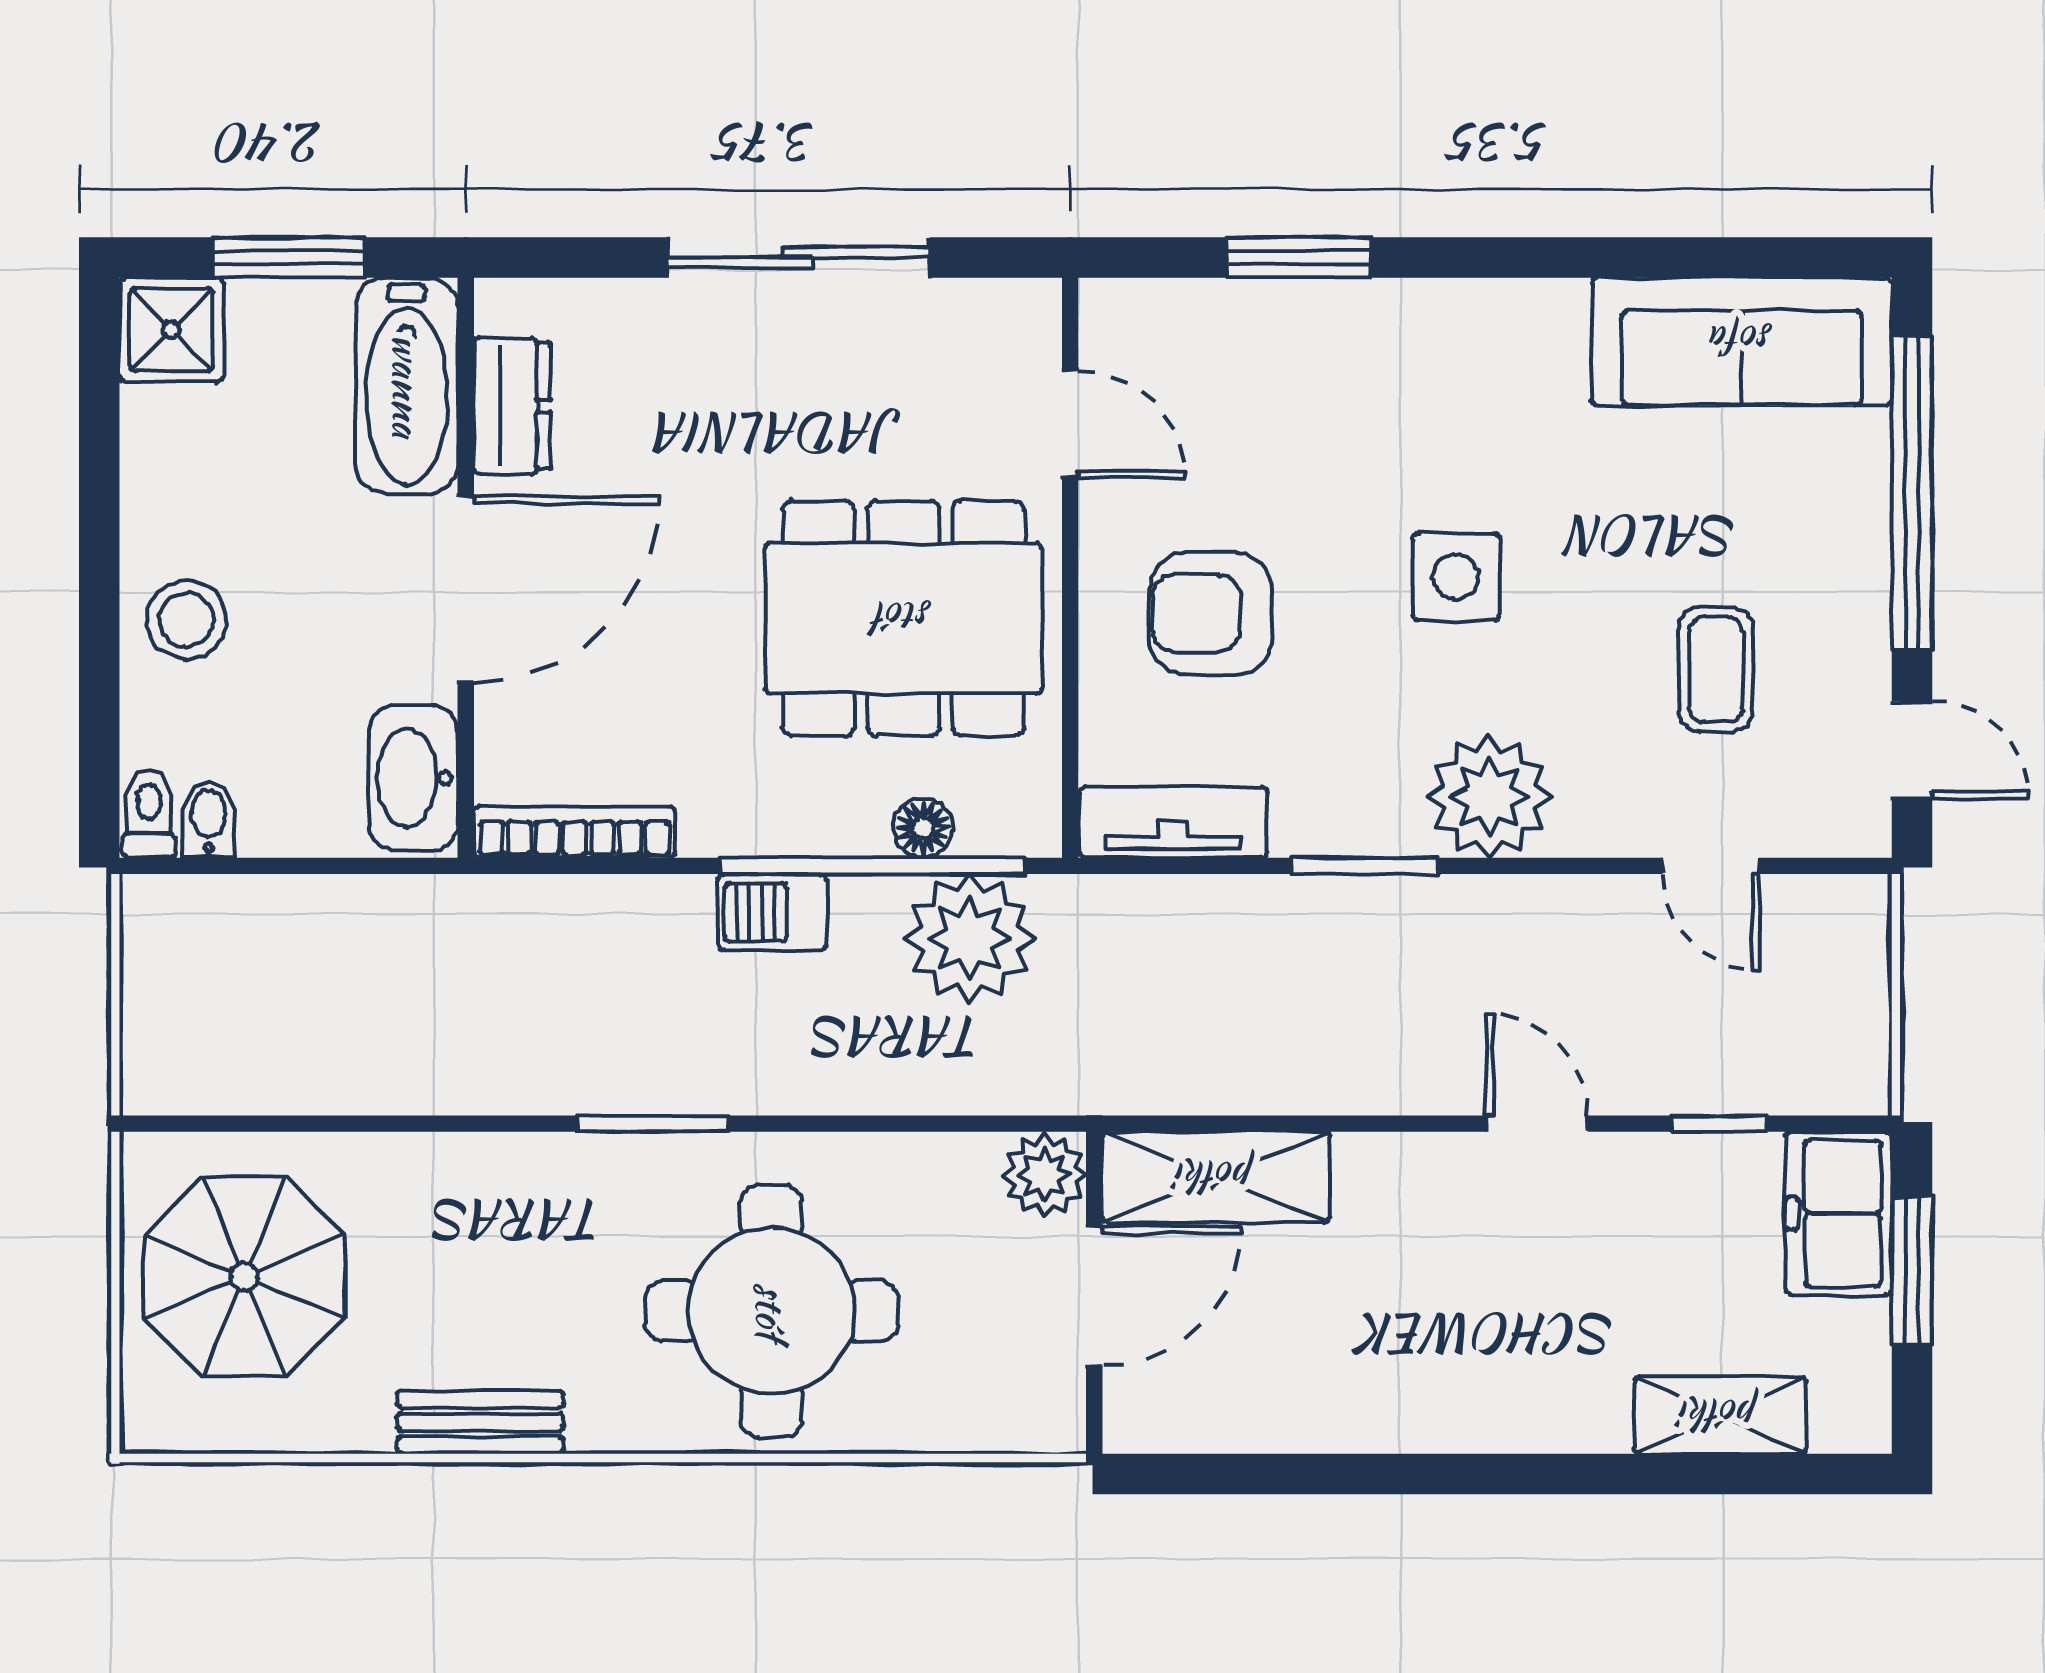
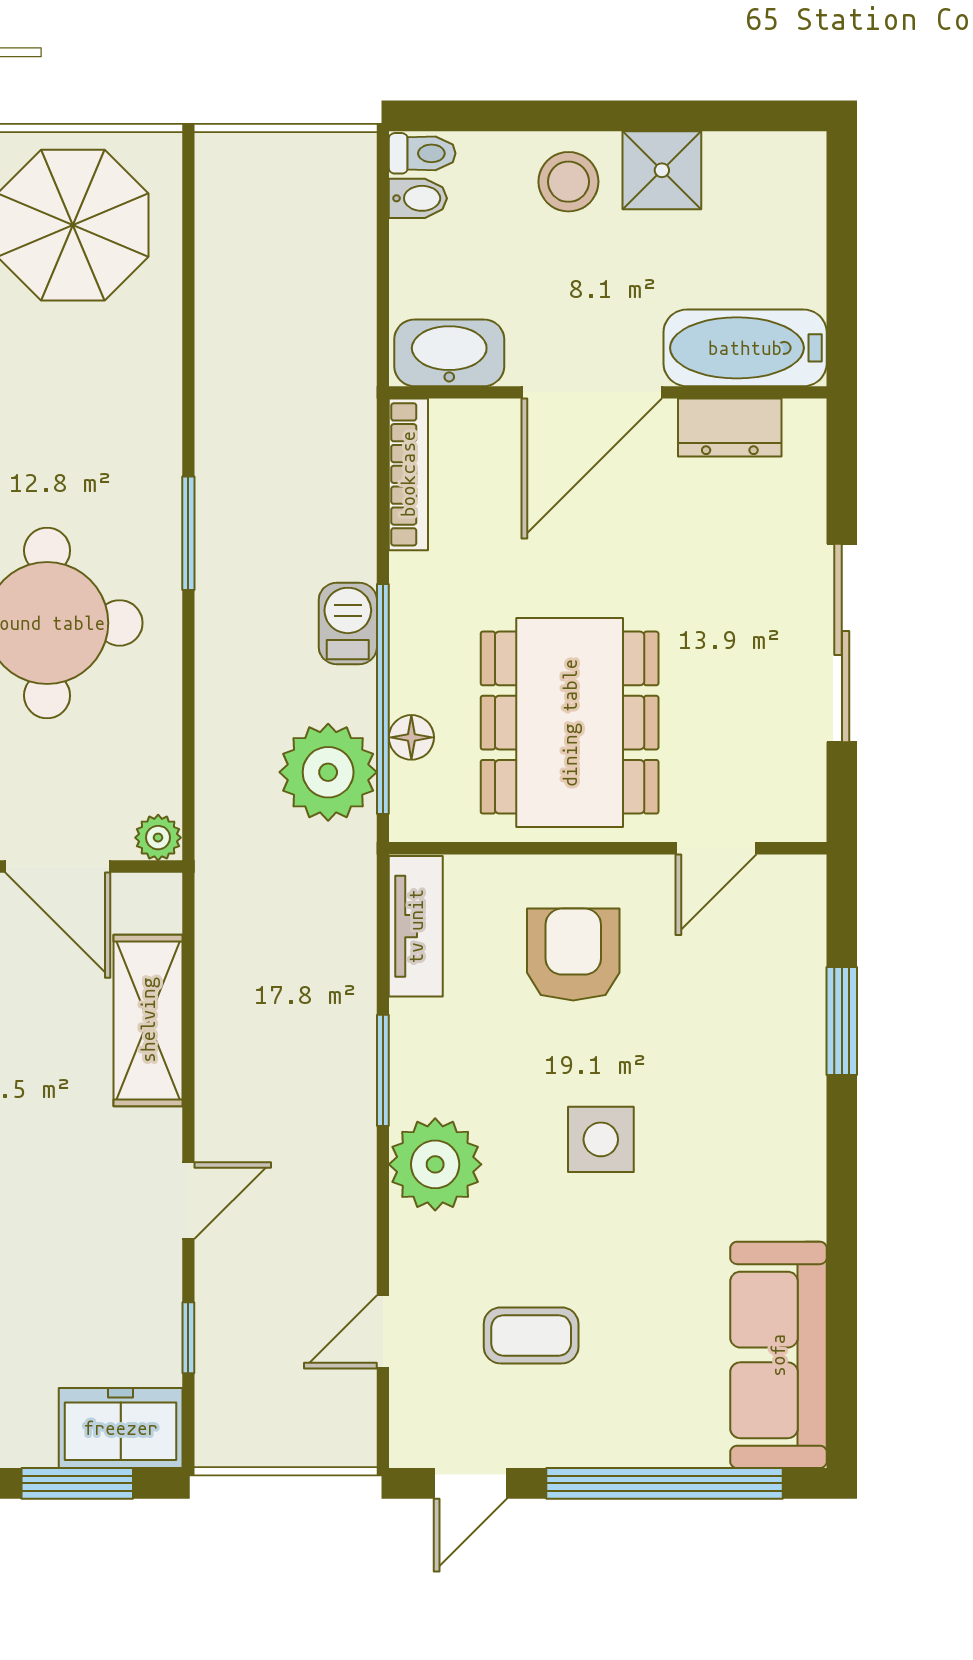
window: (289, 258) -> (842, 259), removed
shower: (171, 330) -> (662, 170), moved
door: (466, 589) -> (592, 392), hinge flipped
plant: (1045, 1175) -> (158, 838), width x0.73, depth x0.73
shelving: (1216, 1177) -> (148, 1020), moved

